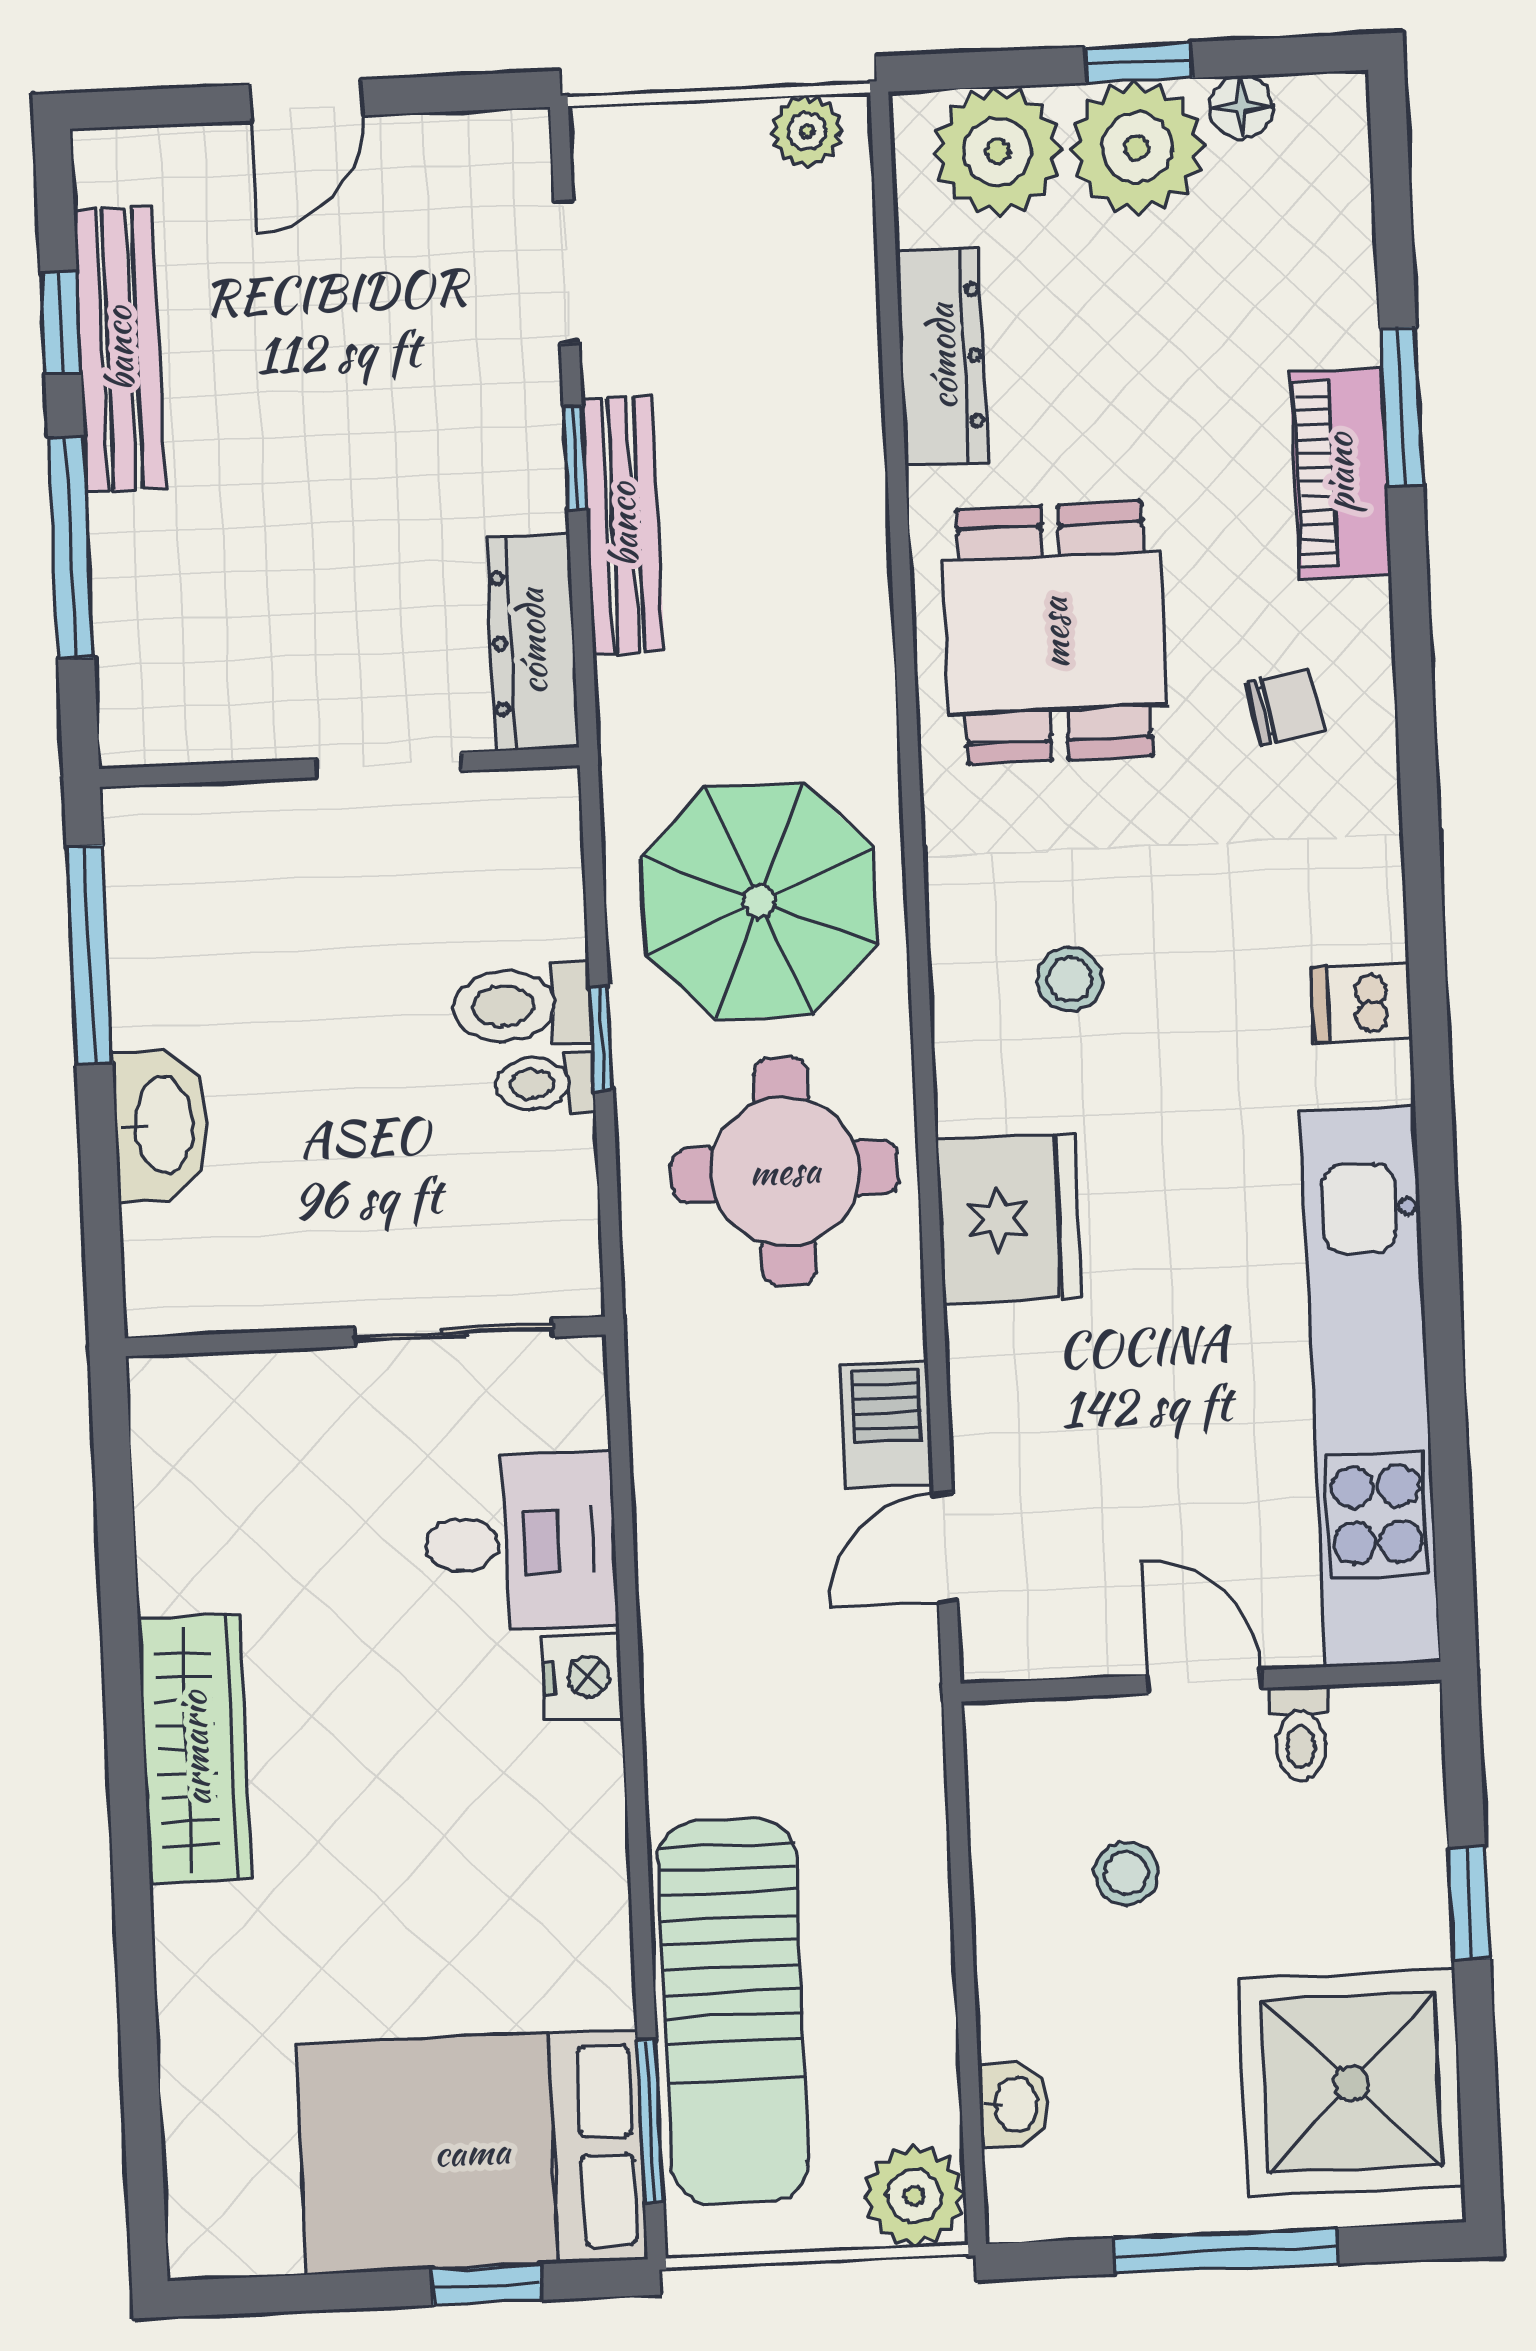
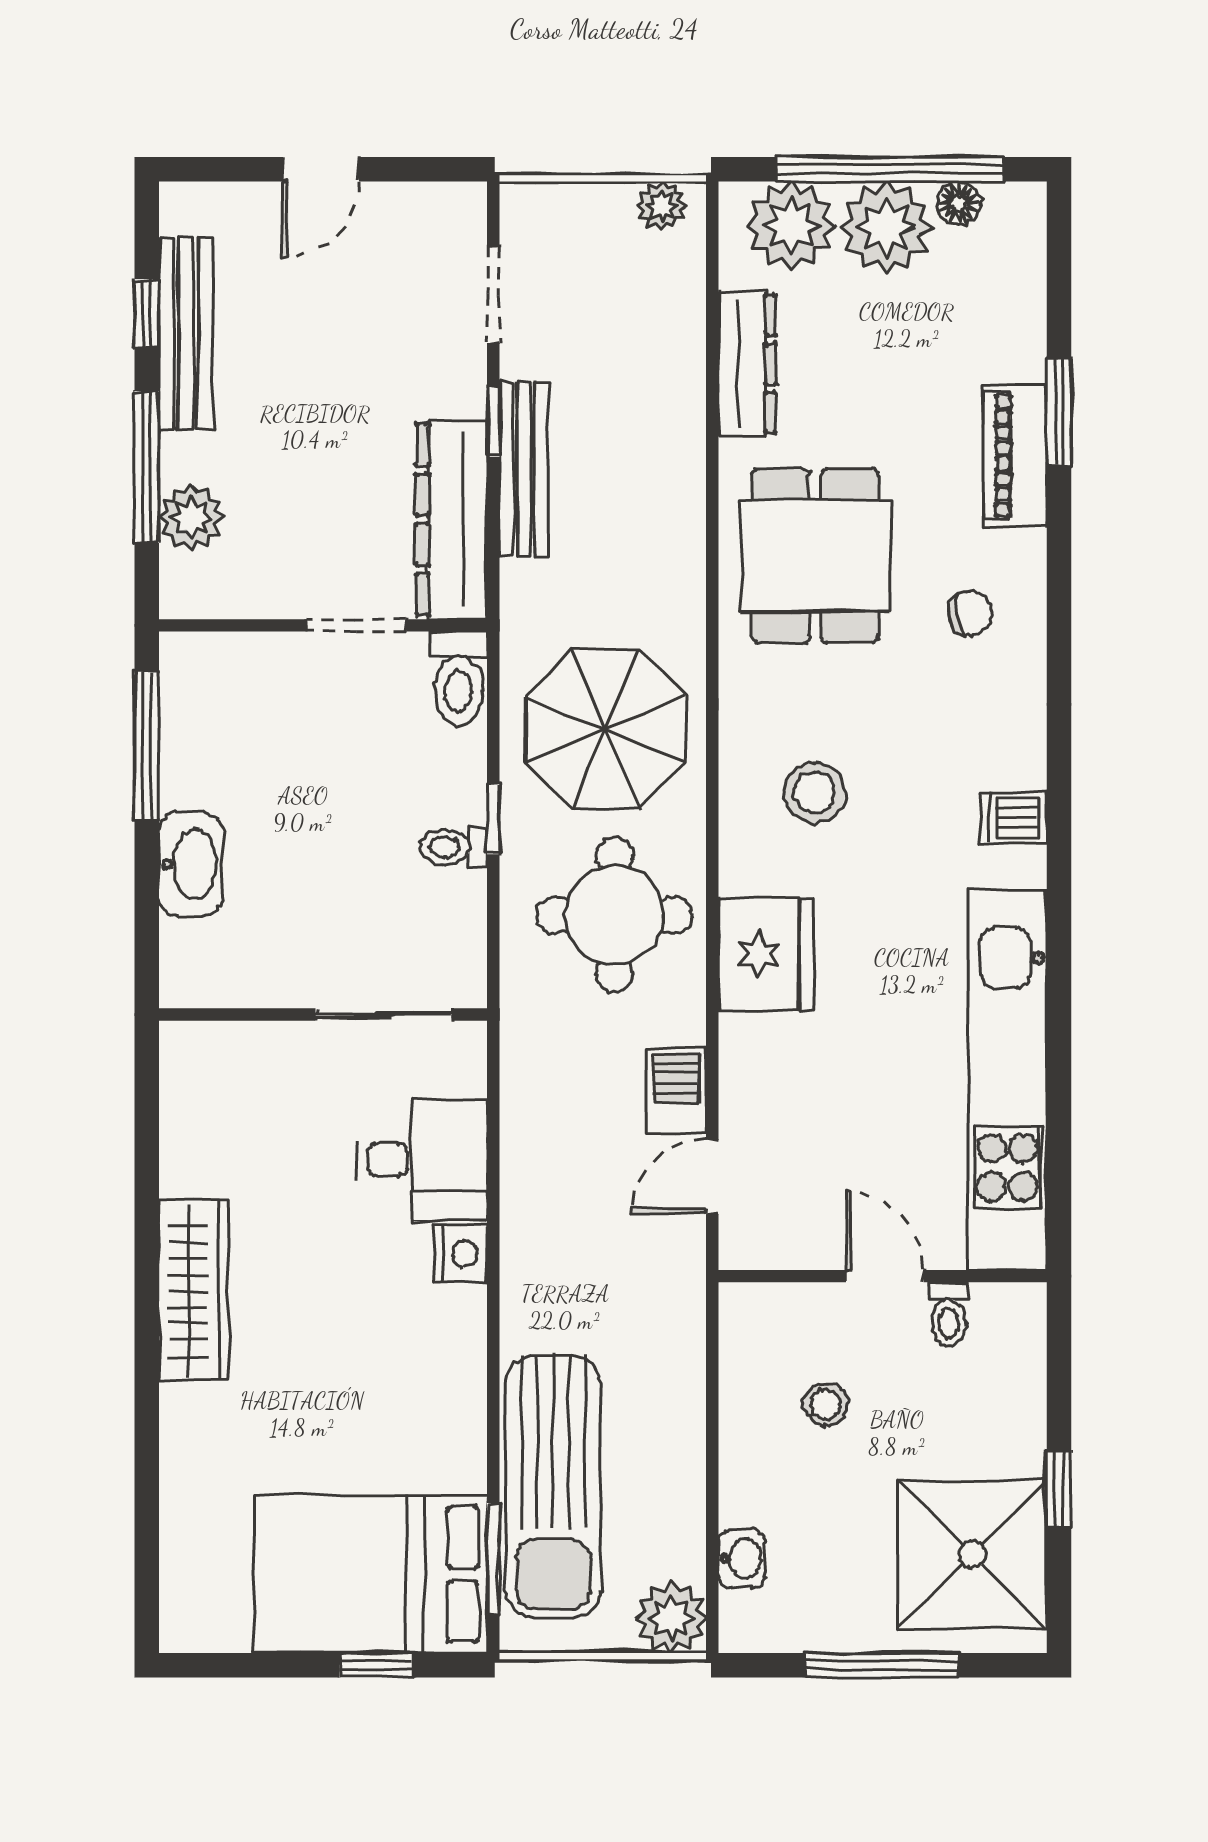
window: (1139, 62) -> (890, 169), width x3.17
plant: (140, 618) -> (191, 517), added
dresser: (532, 642) -> (452, 519), width x1.37, depth x1.24
stool: (1070, 979) -> (815, 793), width x1.37, depth x1.37
toilet: (522, 1005) -> (459, 678), moved, turned -90
window: (1469, 1903) -> (1059, 1489), moved

